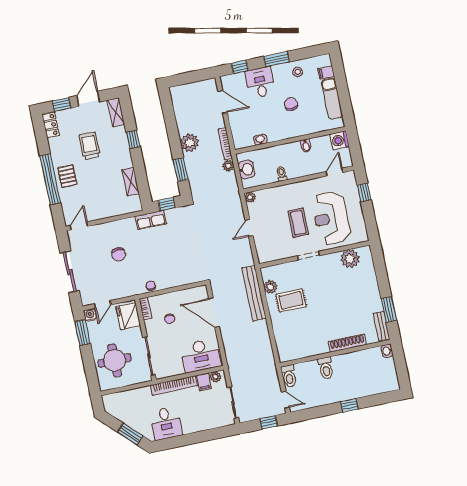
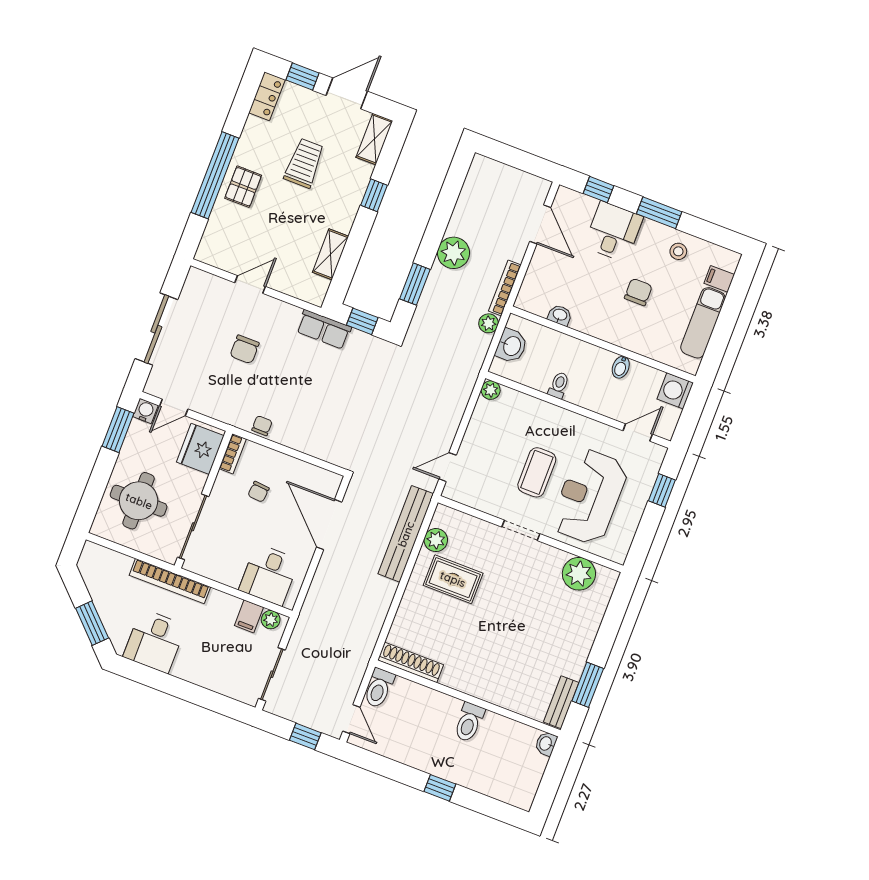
door: (79, 226) -> (250, 285), moved
door: (249, 228) -> (448, 467), moved
shoe rack: (347, 343) -> (411, 662), moved
desk: (201, 356) -> (269, 575), width x0.73
toilet: (326, 368) -> (469, 722), moved
bookcase: (174, 385) -> (170, 581), moved

